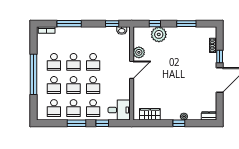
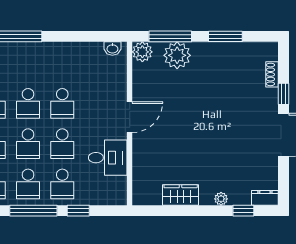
window: (112, 24) -> (96, 36), removed
window: (155, 24) -> (170, 36), width x2.17
plant: (139, 52) -> (142, 52), moved
desk: (119, 110) -> (108, 158), moved
wardrobe: (150, 114) -> (181, 195), moved
window: (77, 123) -> (33, 211), width x1.44
window: (179, 123) -> (243, 211), moved

